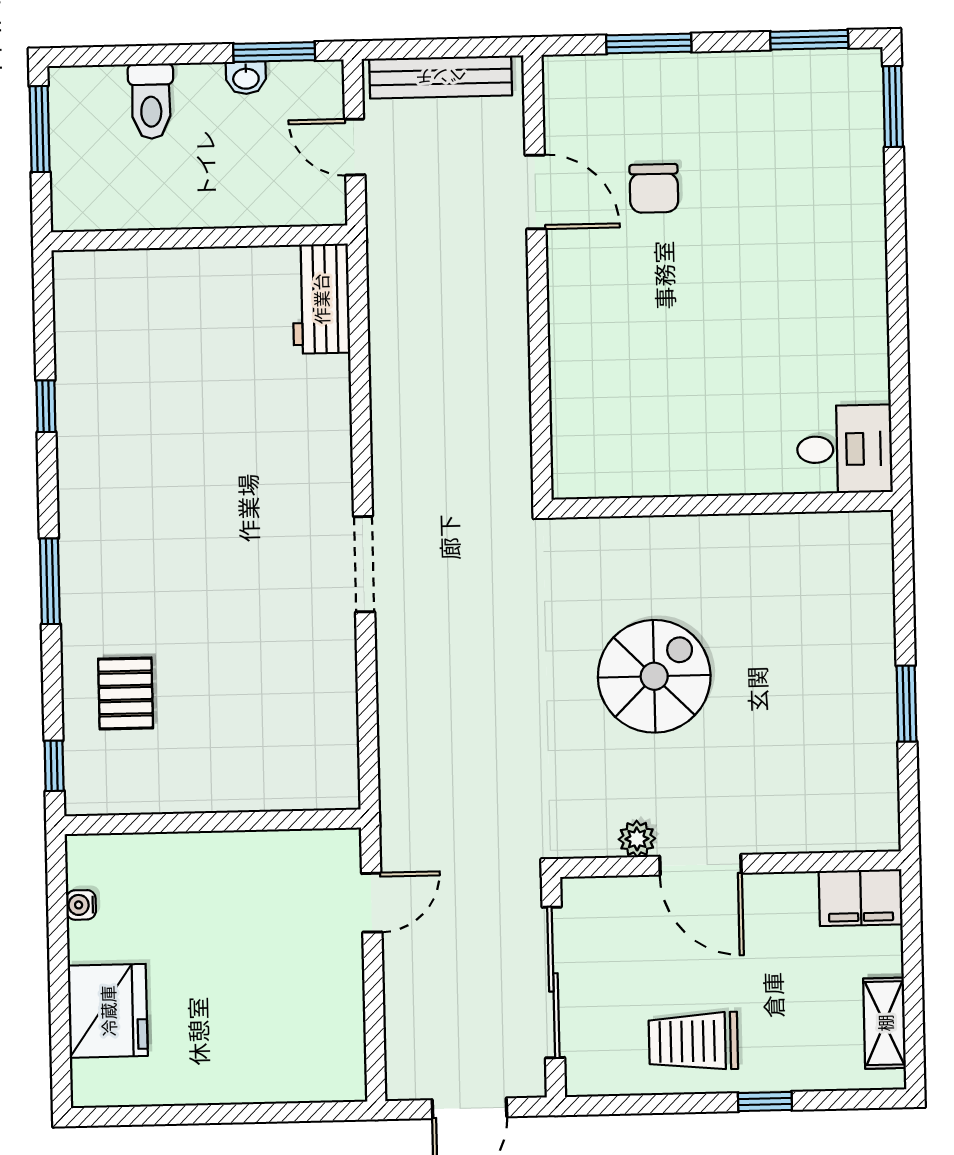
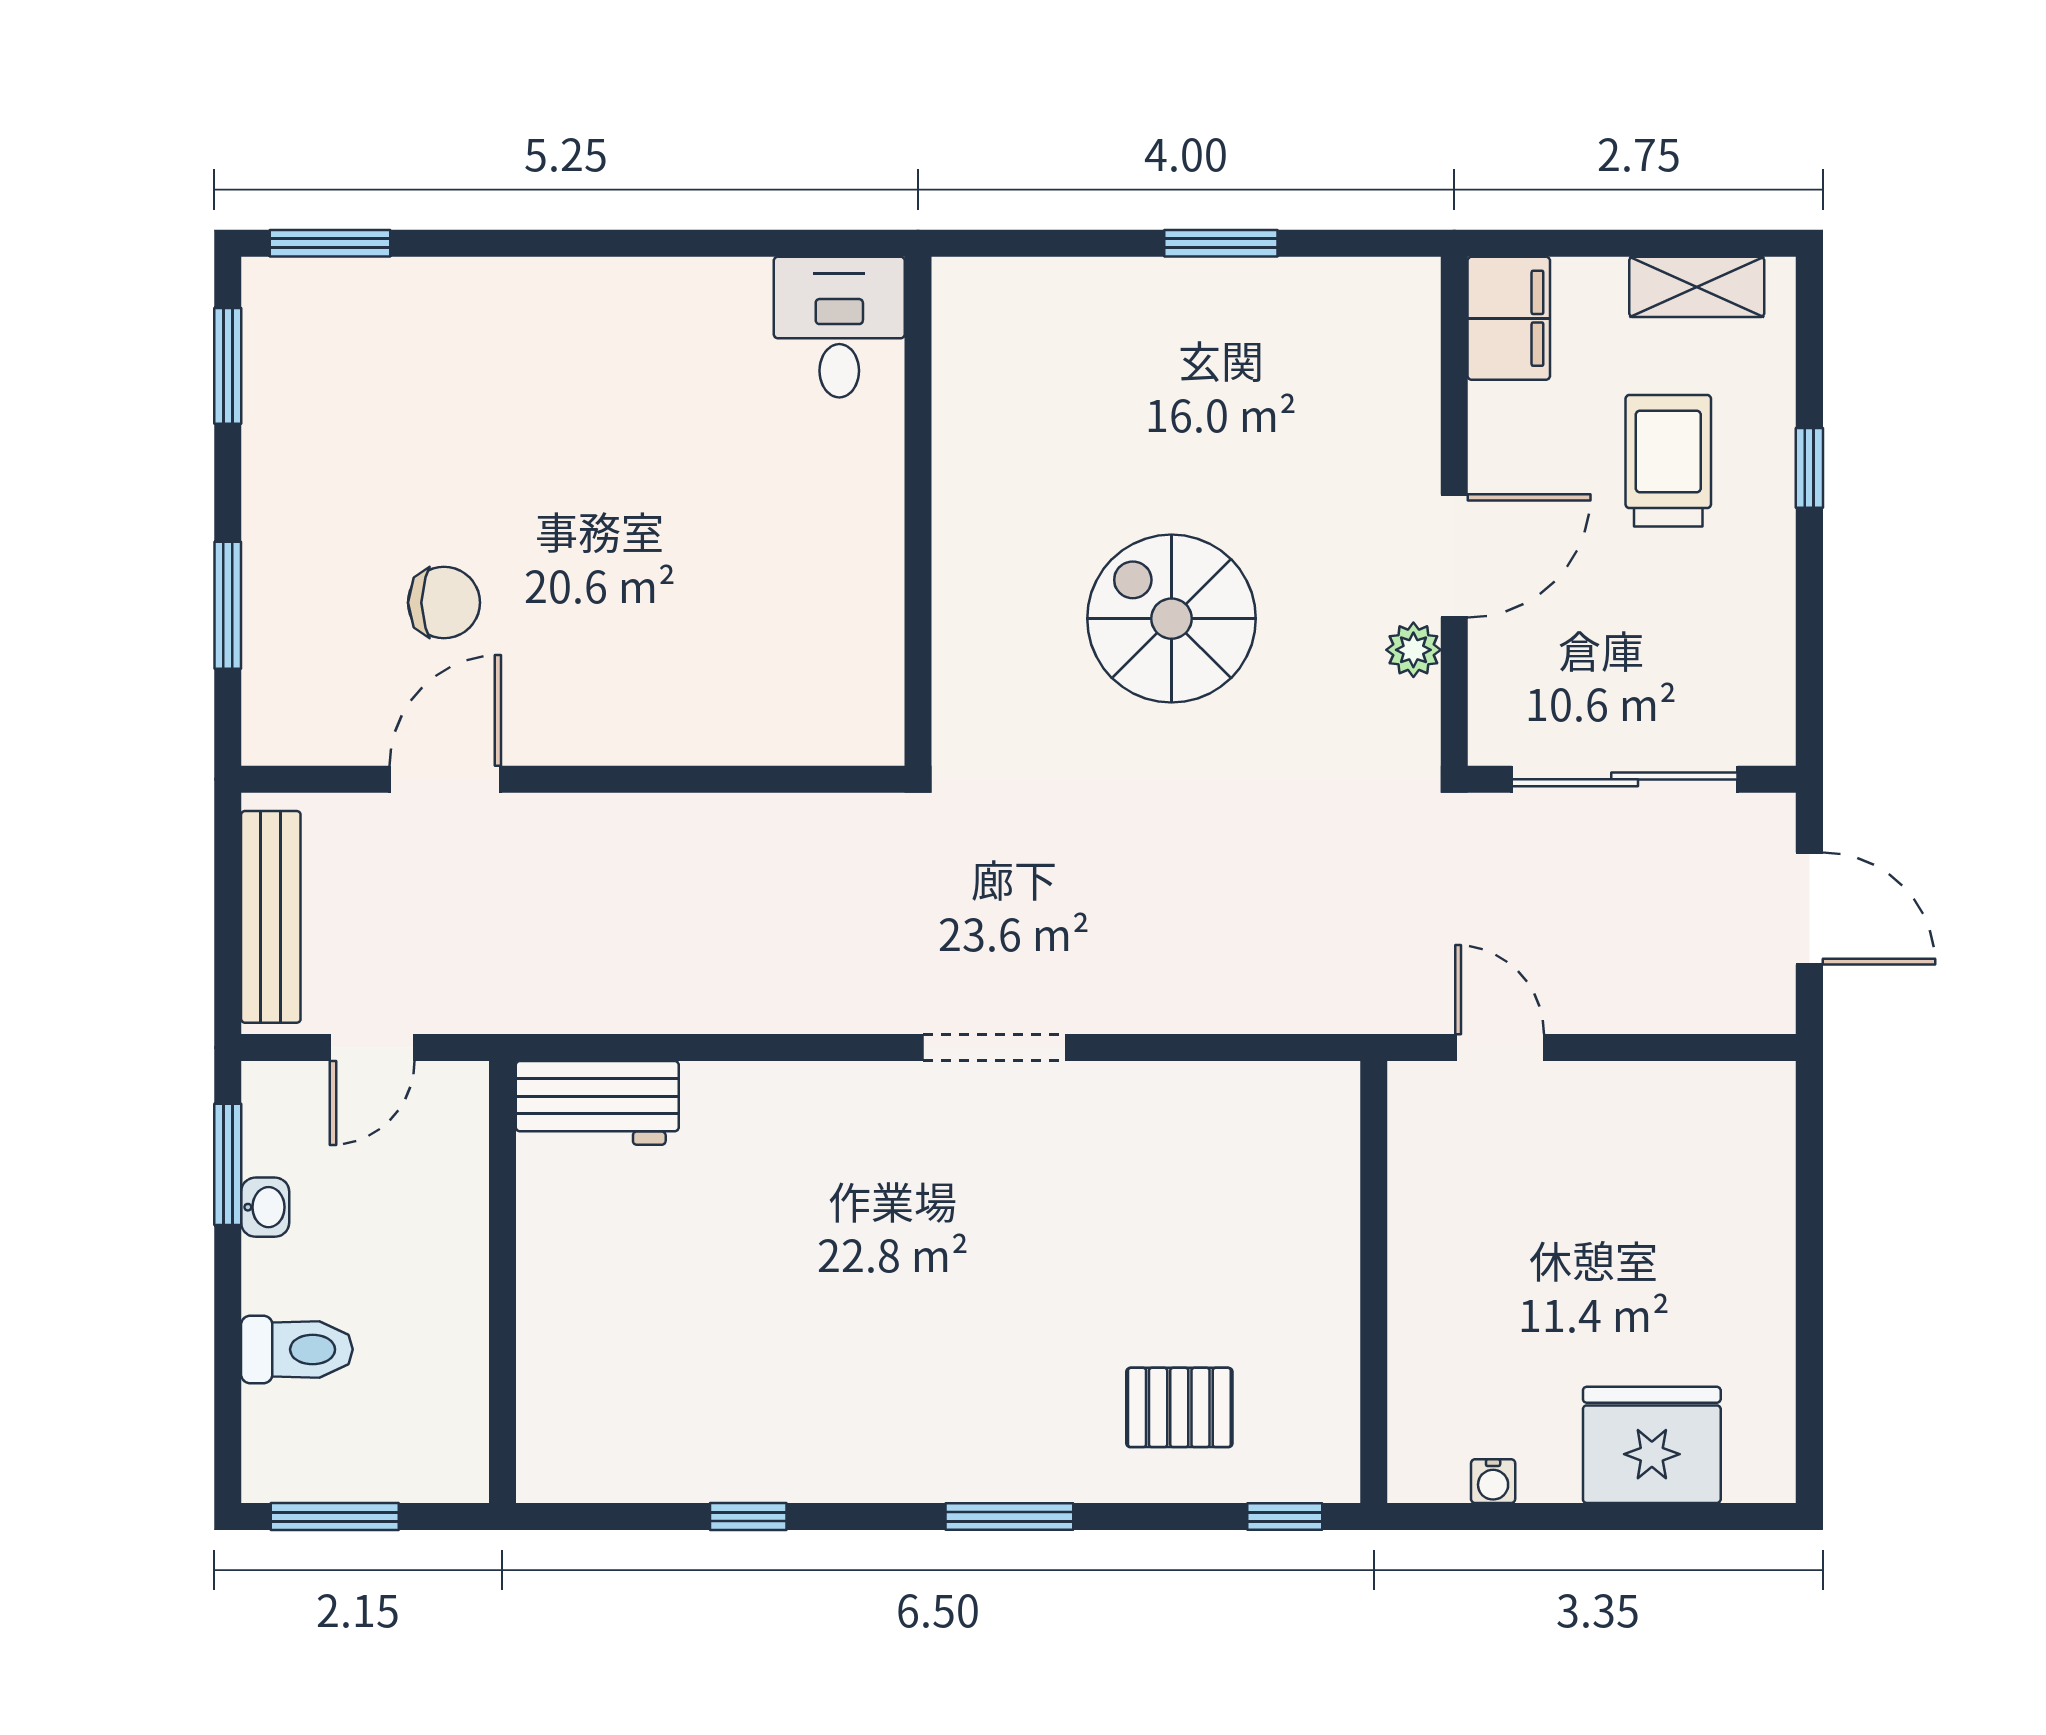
trolley: (693, 1041) -> (1668, 461), moved, turned 180

